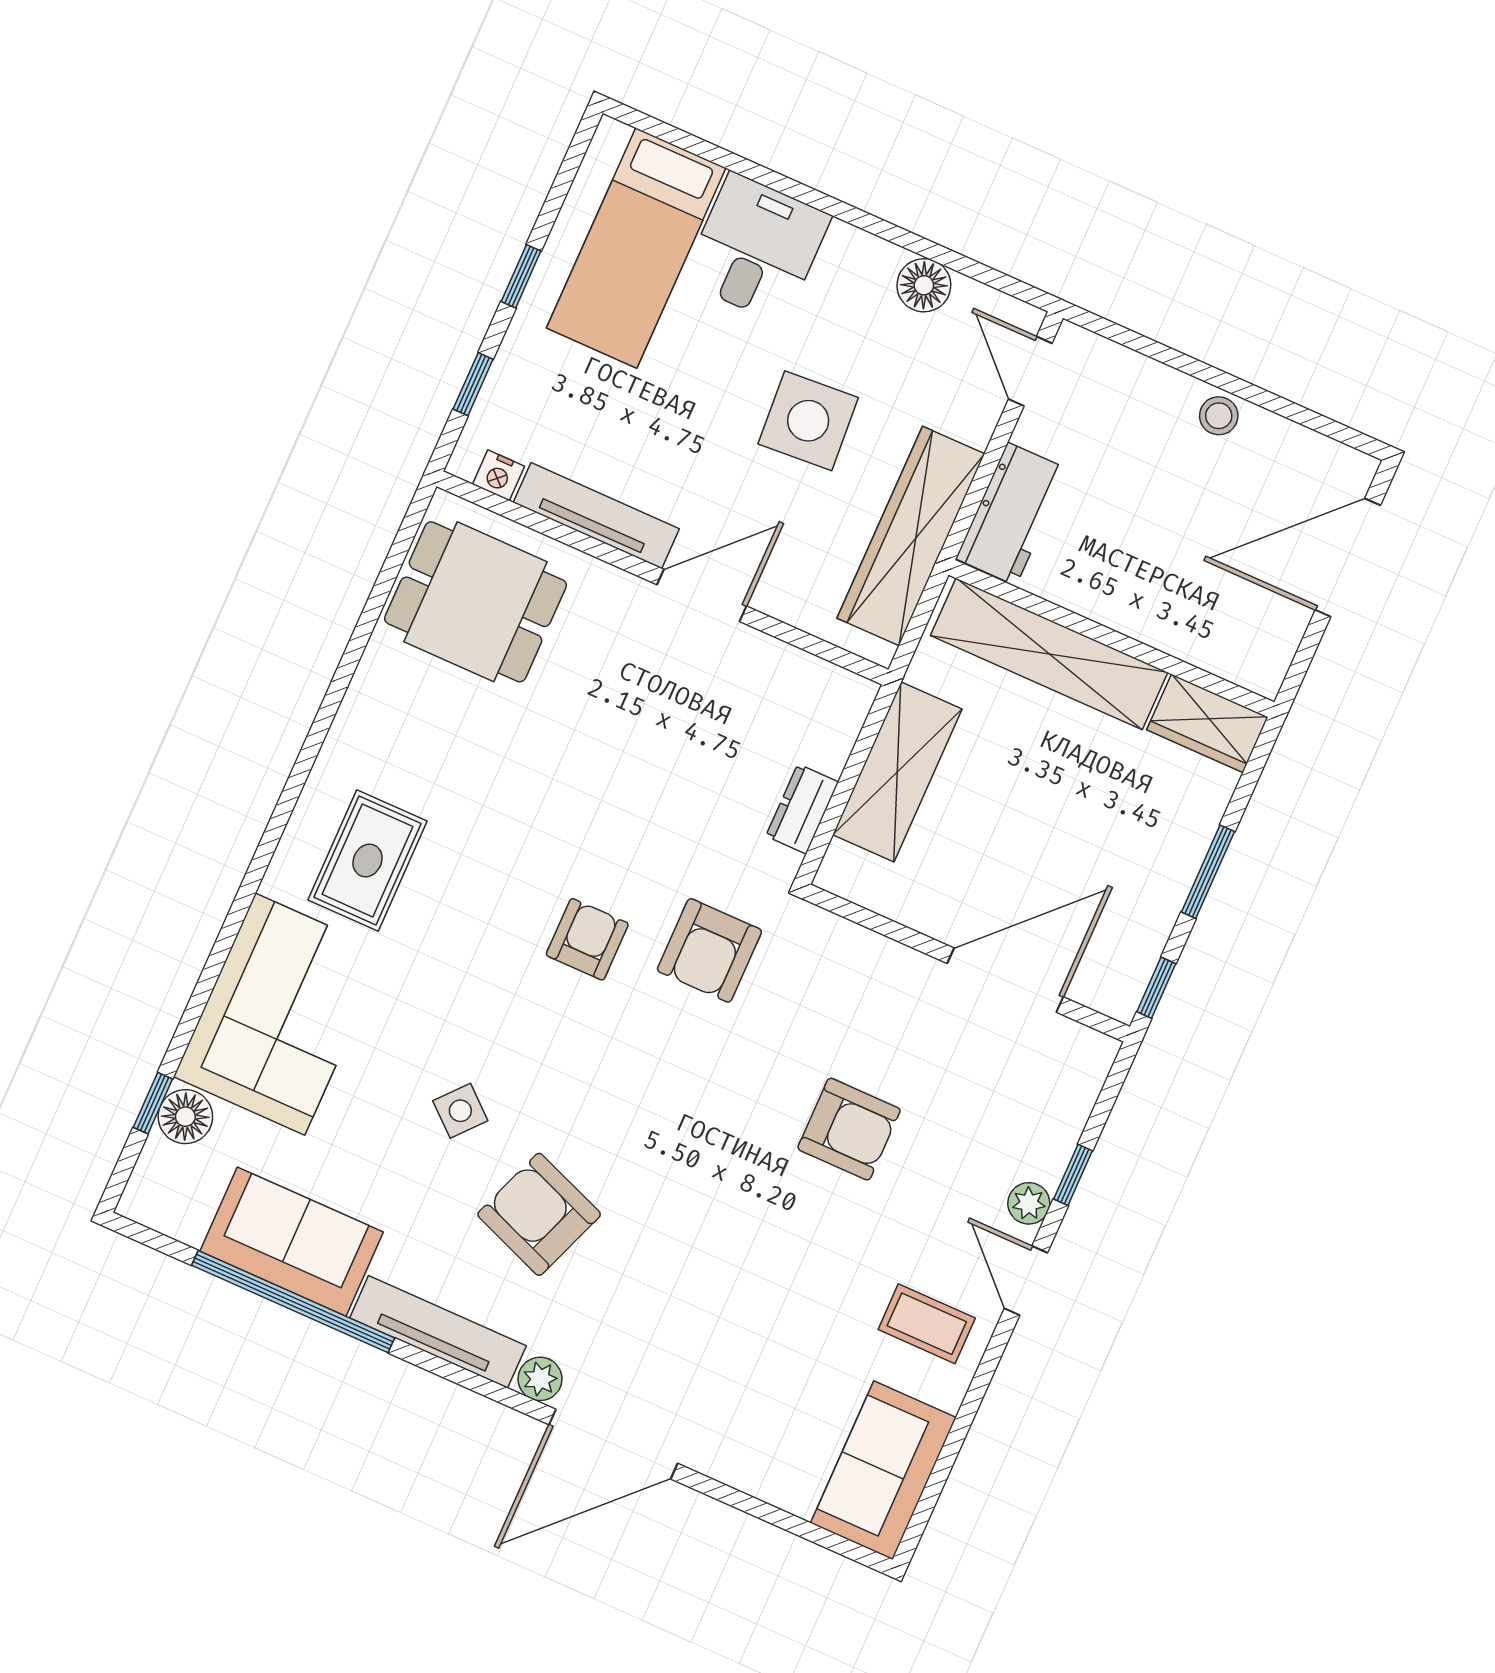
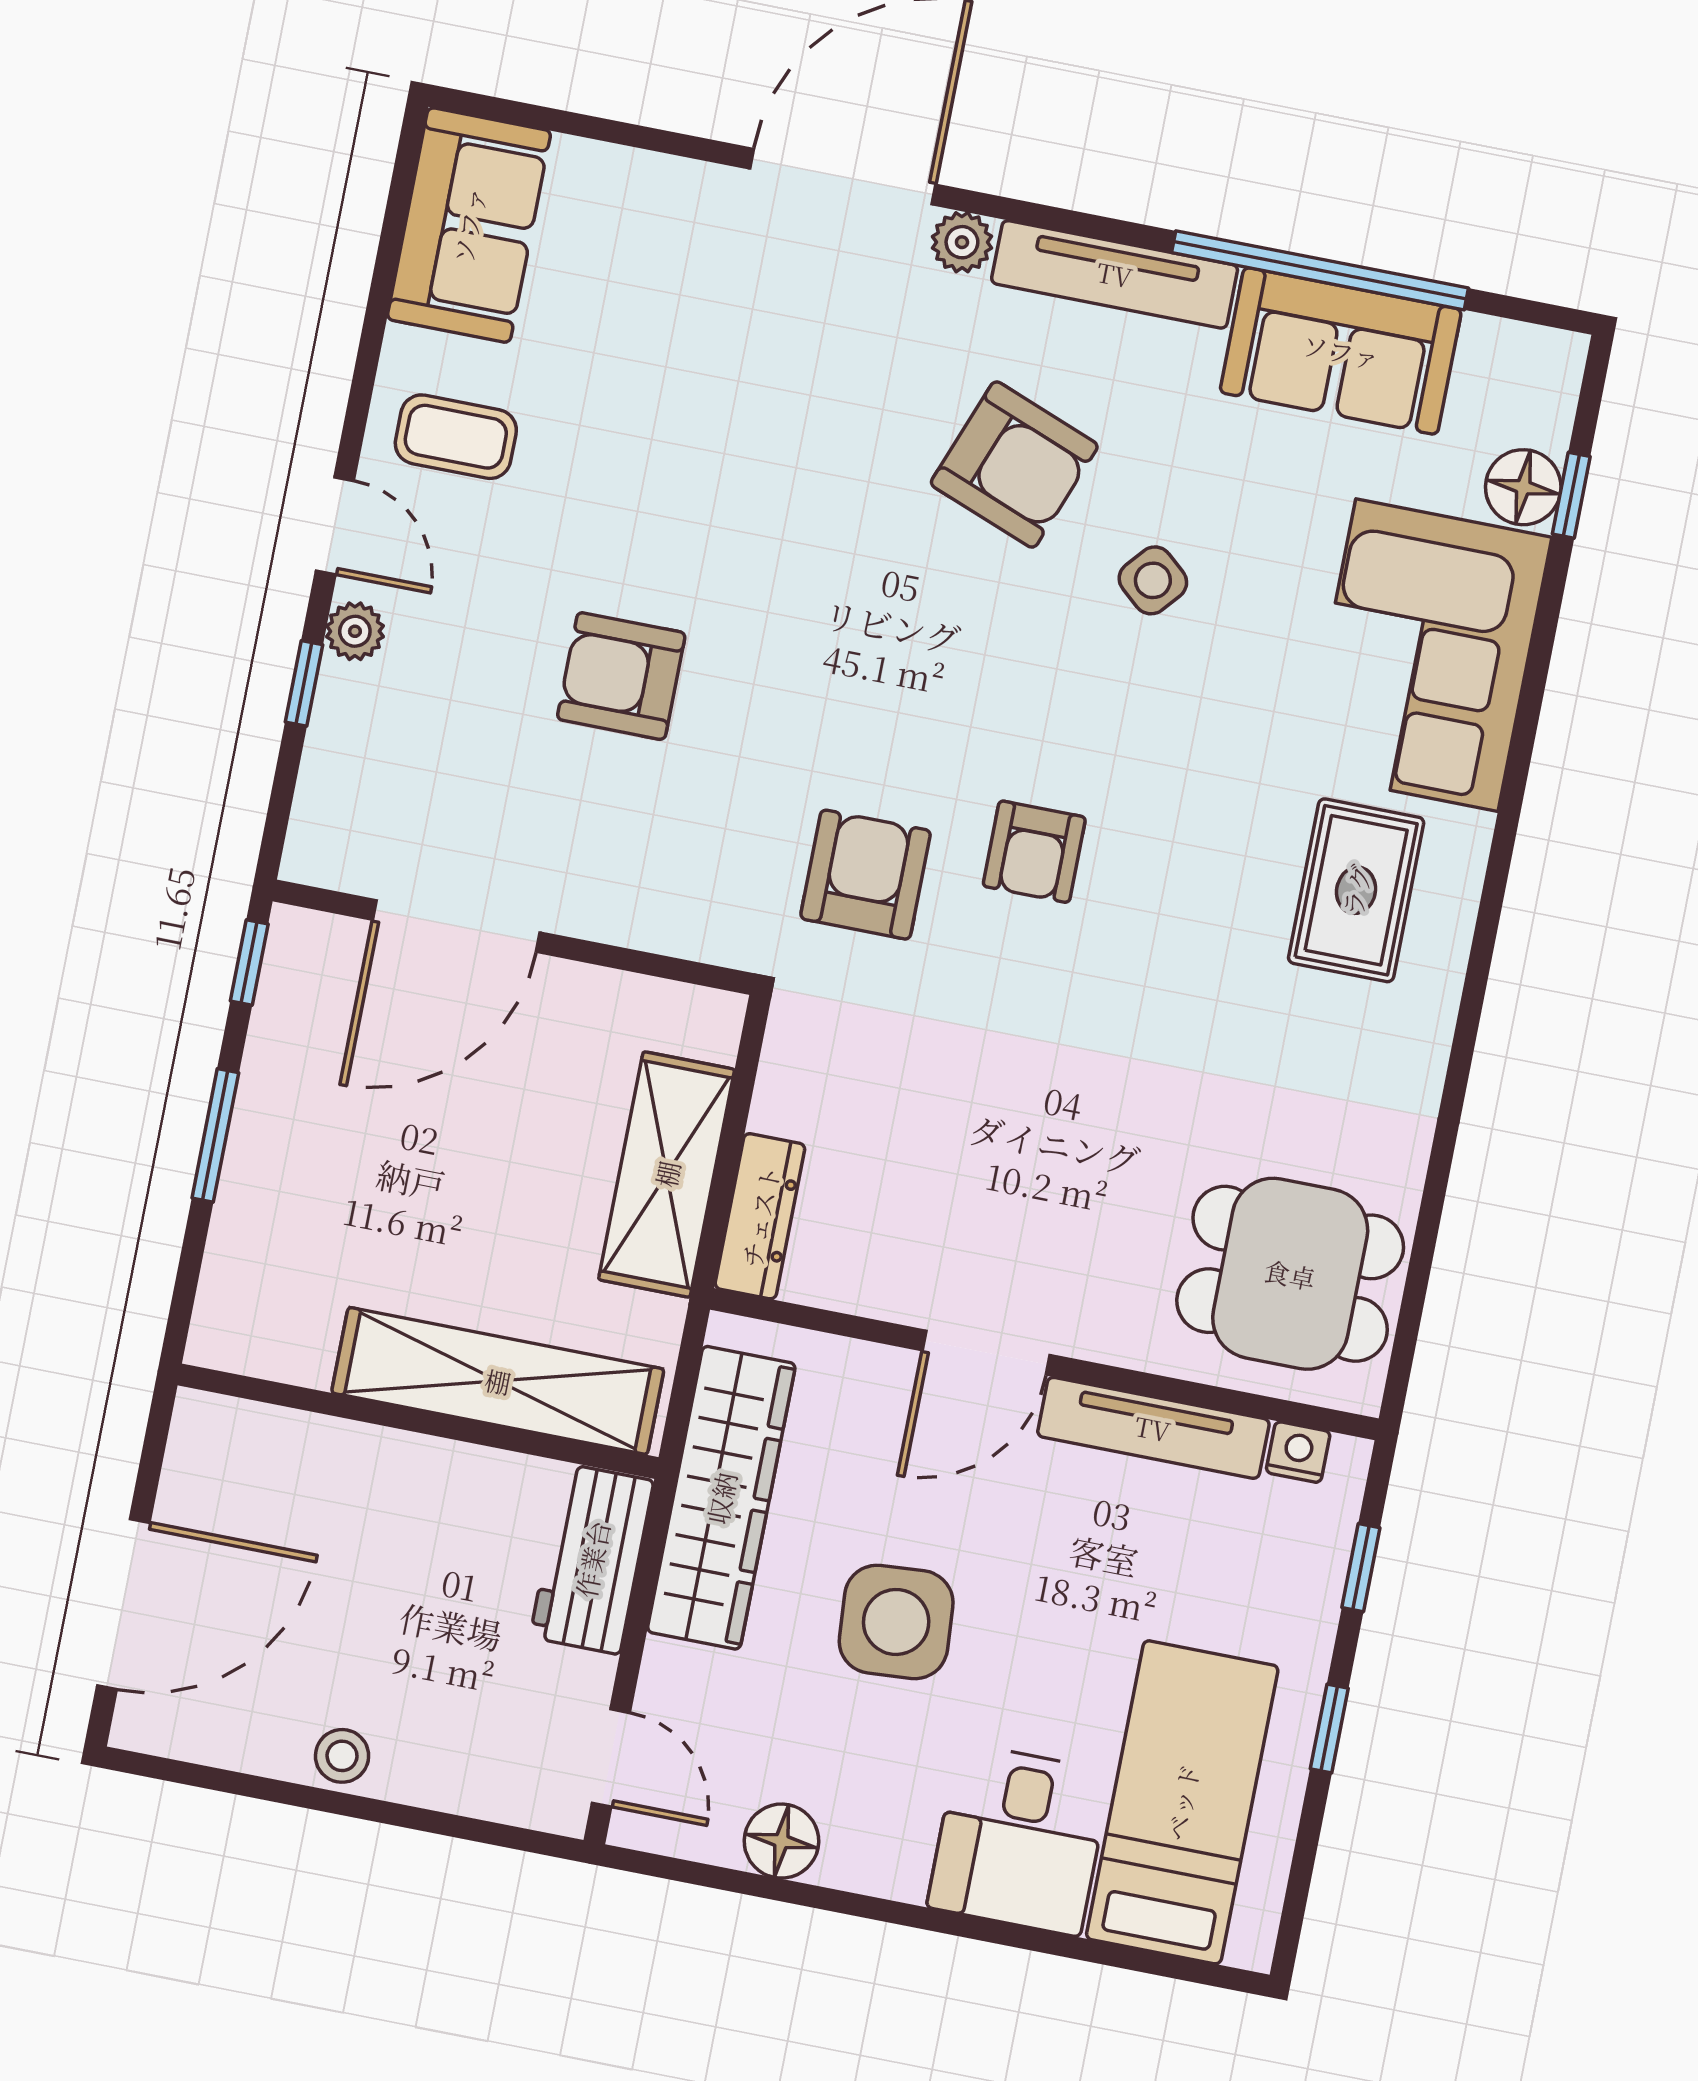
wardrobe: (1207, 723) -> (262, 1336), removed
dresser: (802, 809) -> (760, 1216), moved, width x1.44

